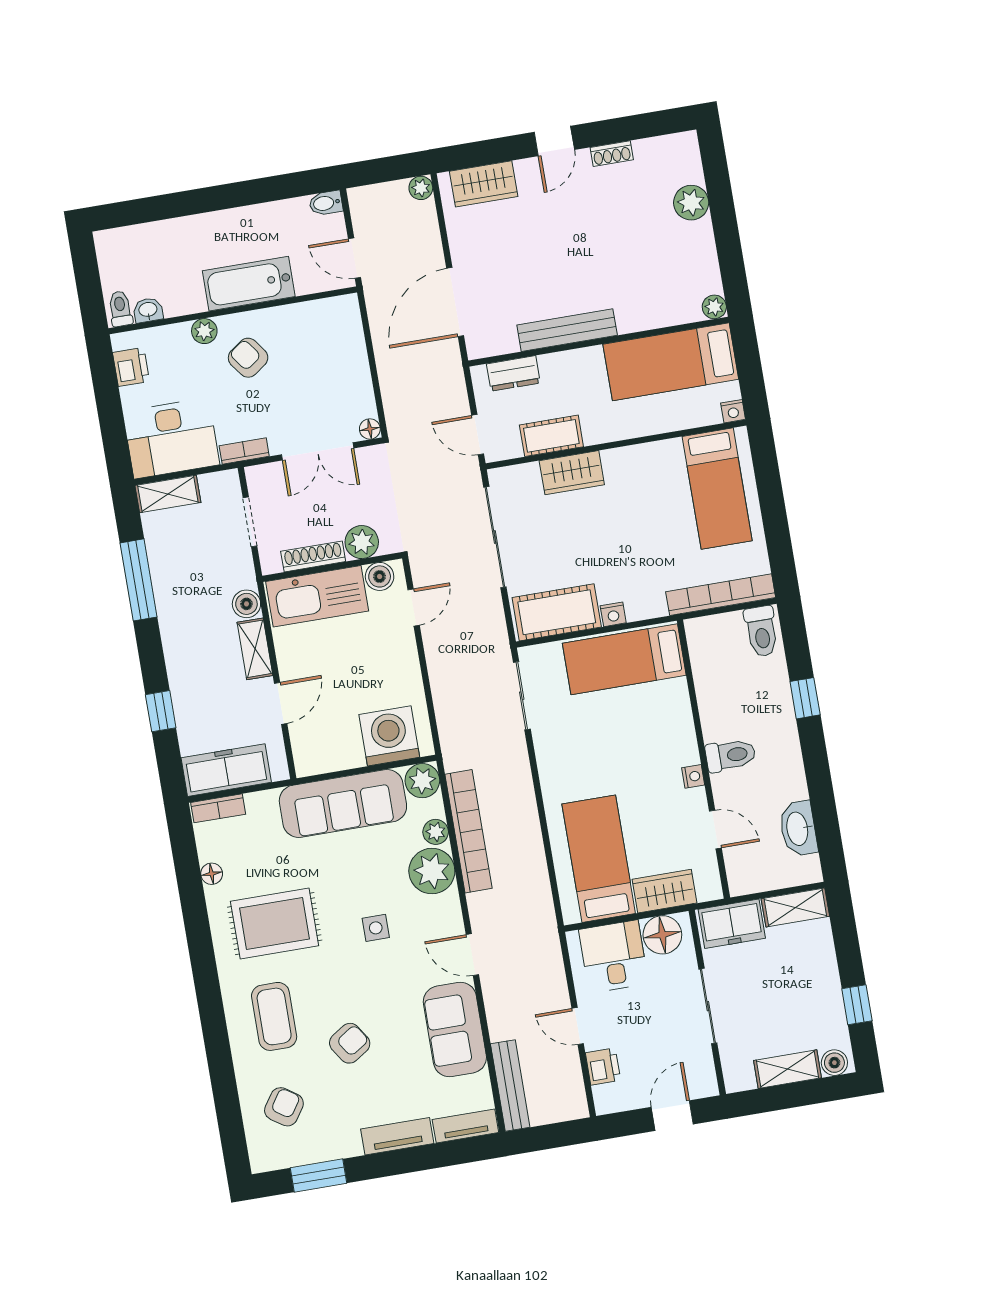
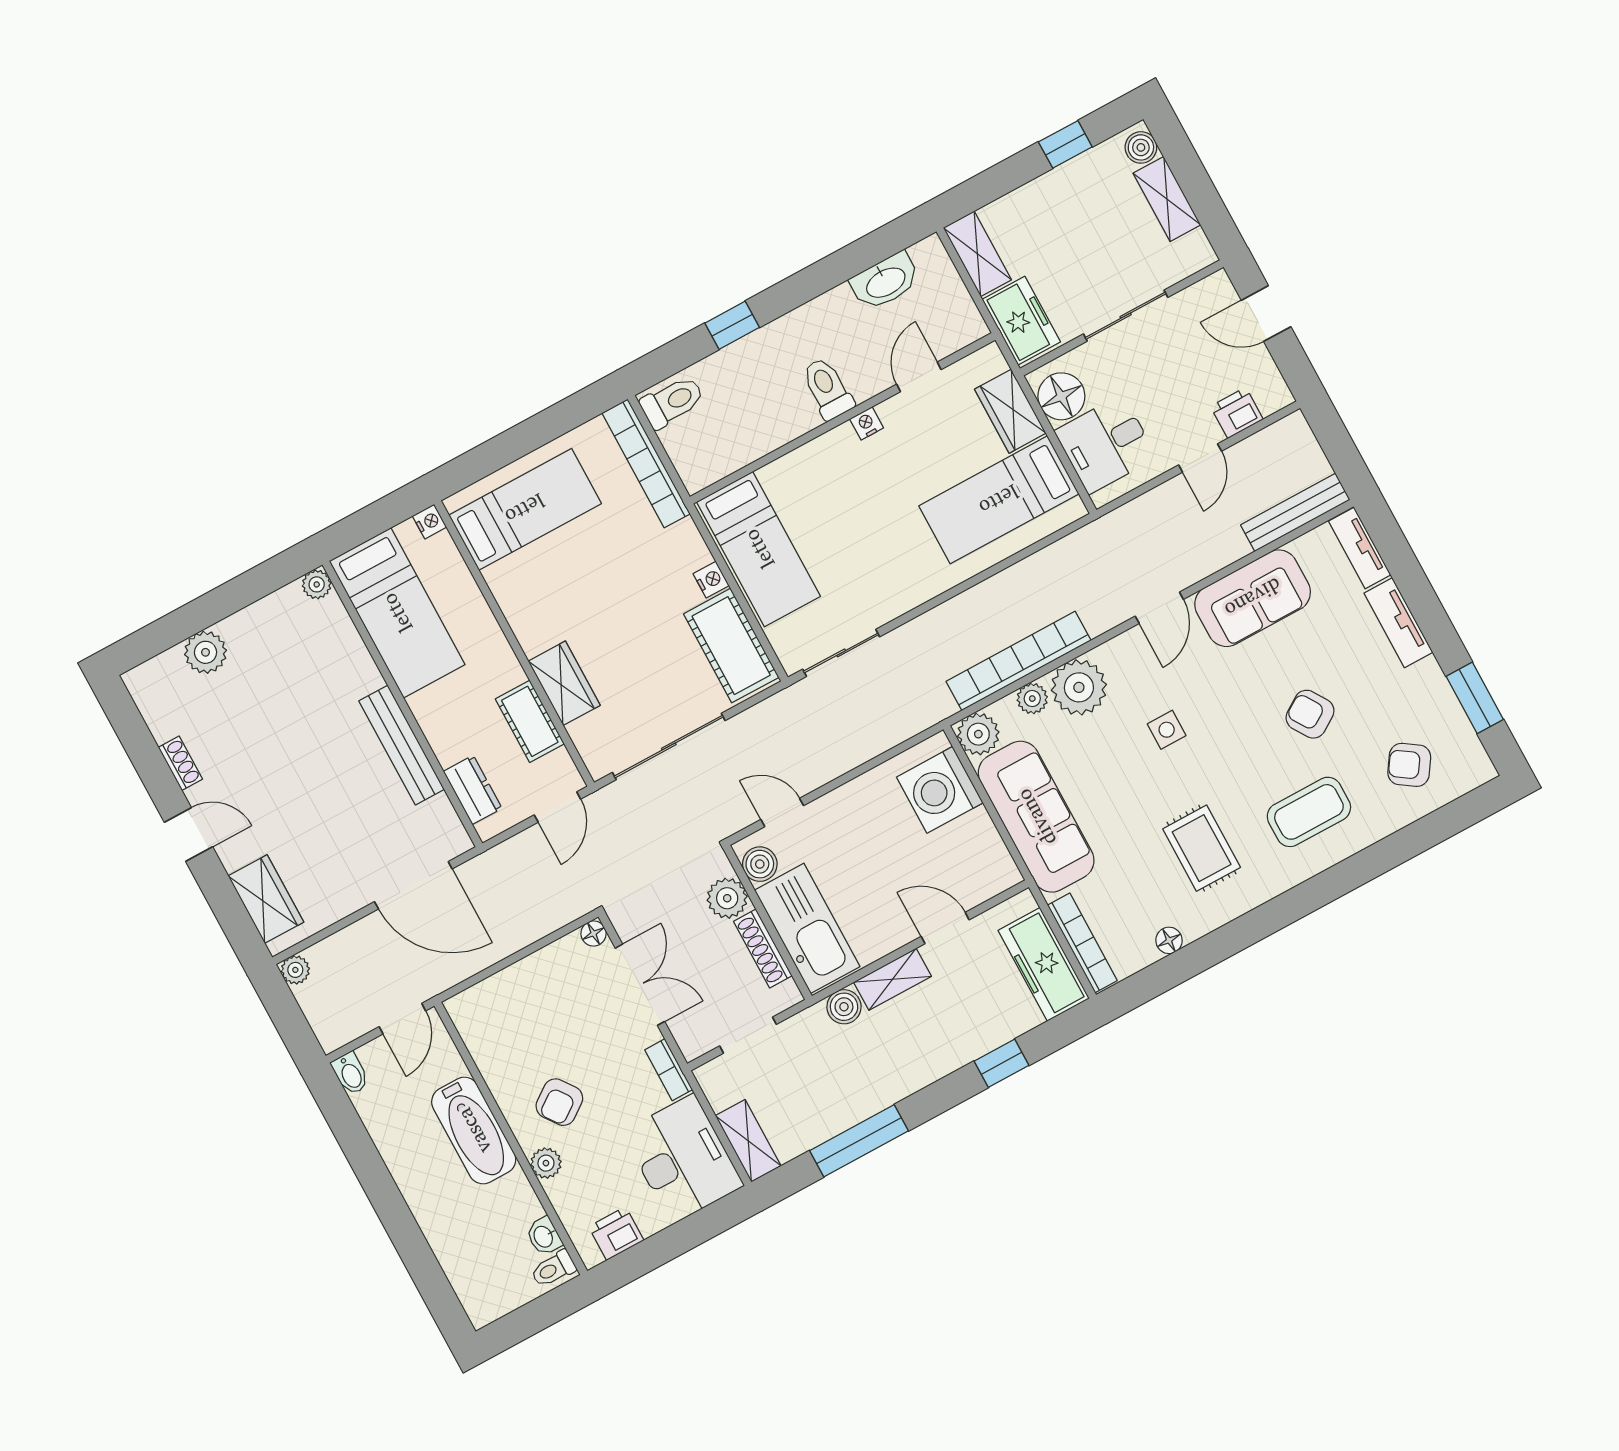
bookcase: (218, 808) -> (1082, 943), width x1.56
rug: (275, 924) -> (1202, 848), width x0.73, depth x0.70

